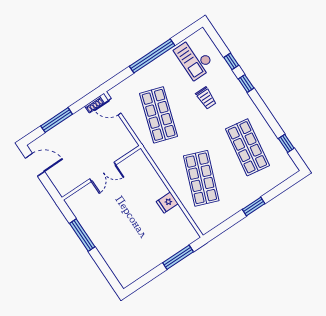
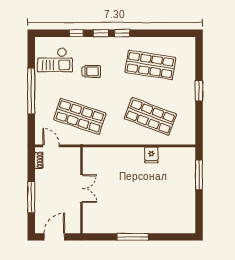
door: (115, 107) -> (51, 146), swing flipped
window: (286, 143) -> (122, 33), moved
double door: (103, 172) -> (82, 189), moved
wall: (101, 173) -> (82, 190), moved

